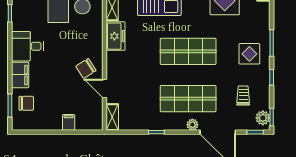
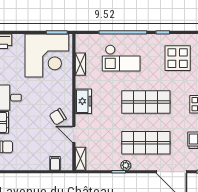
freezer: (116, 36) -> (83, 101), moved
filing cabinet: (69, 122) -> (55, 163), moved
plant: (192, 125) -> (126, 165), moved

